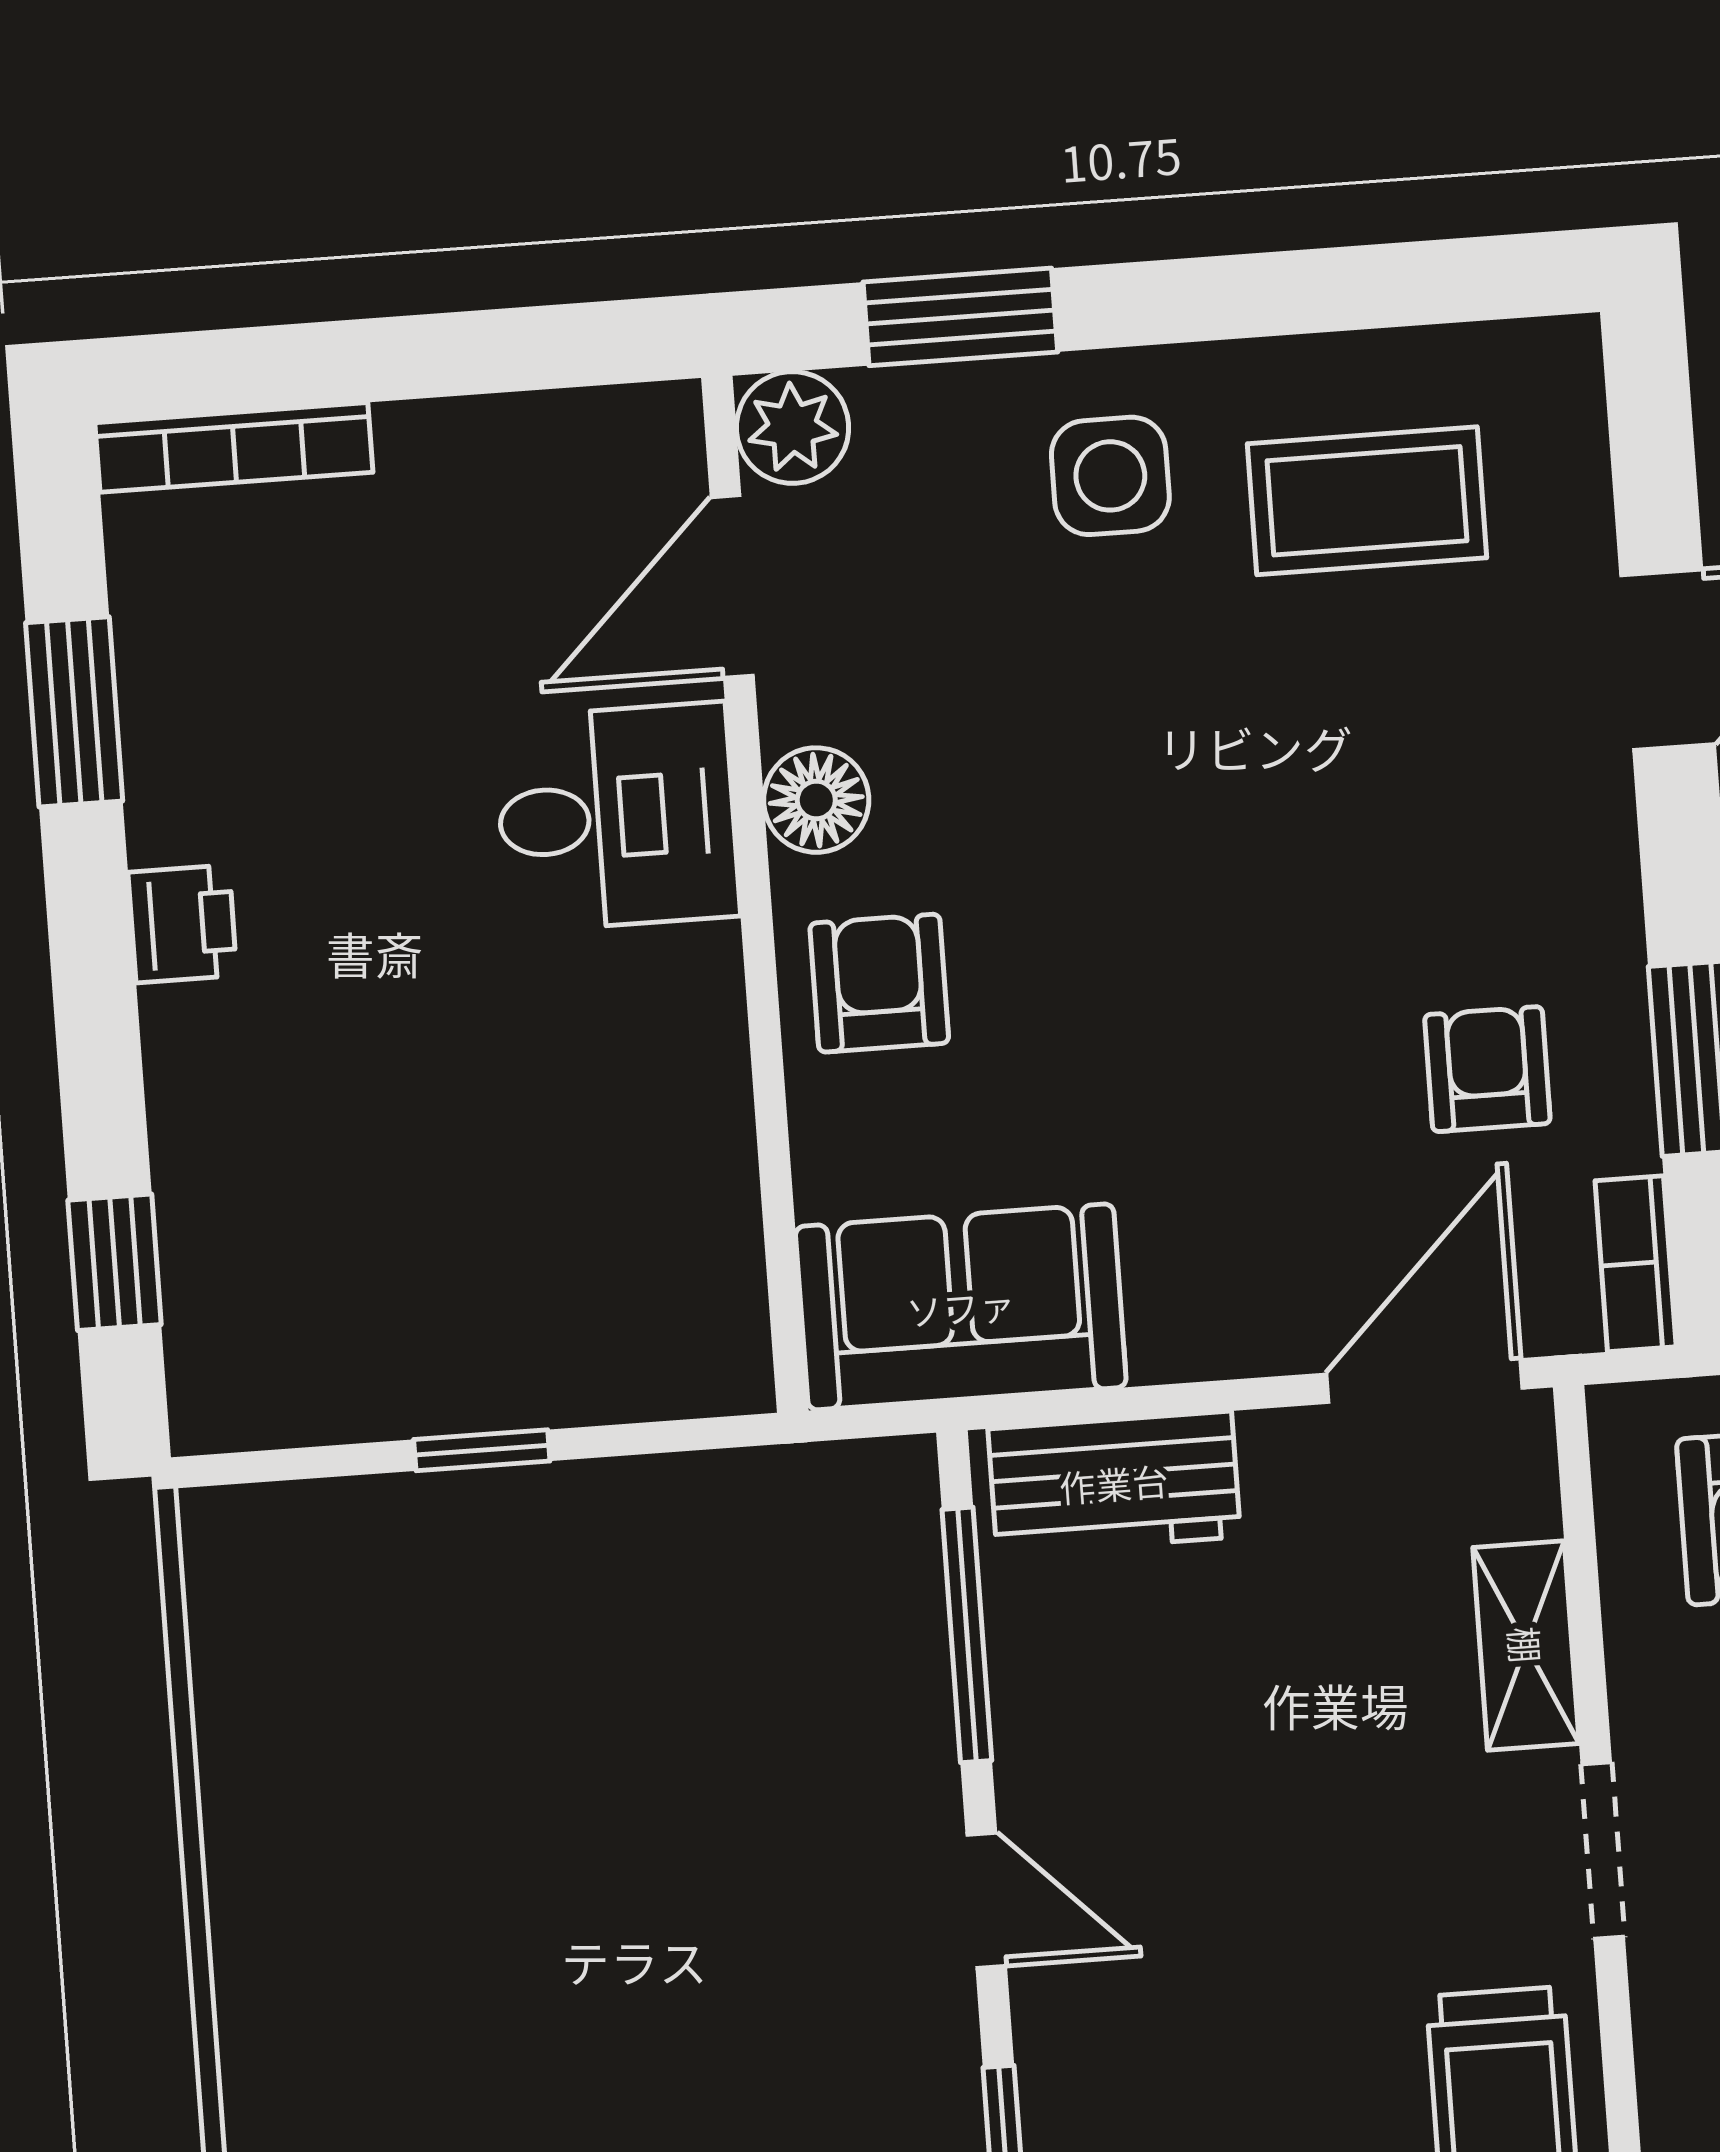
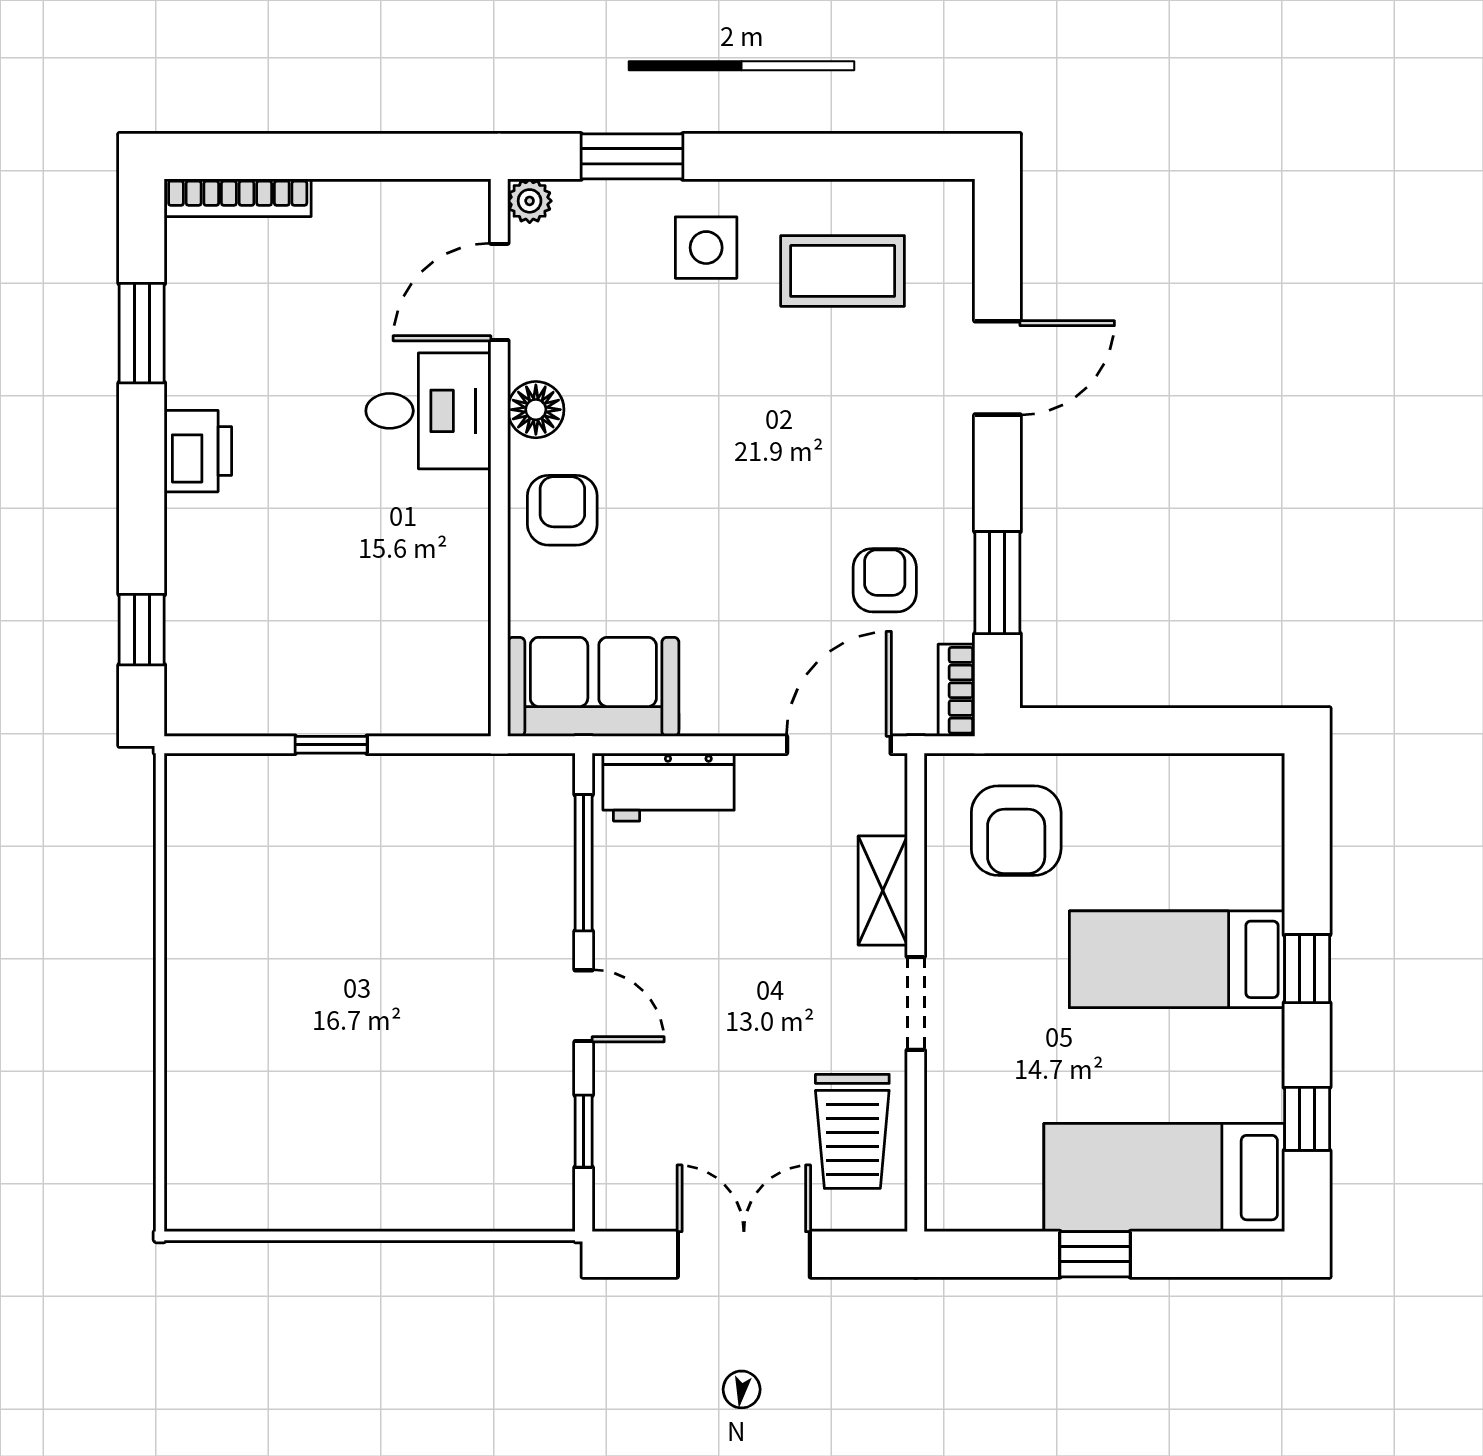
plant: (793, 428) -> (530, 201), width x0.73, depth x0.73
printer: (182, 924) -> (198, 451), width x1.36, depth x1.24

